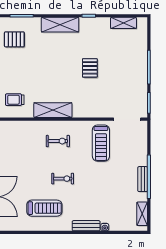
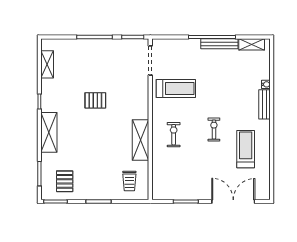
bench: (143, 179) -> (219, 44), width x1.36

